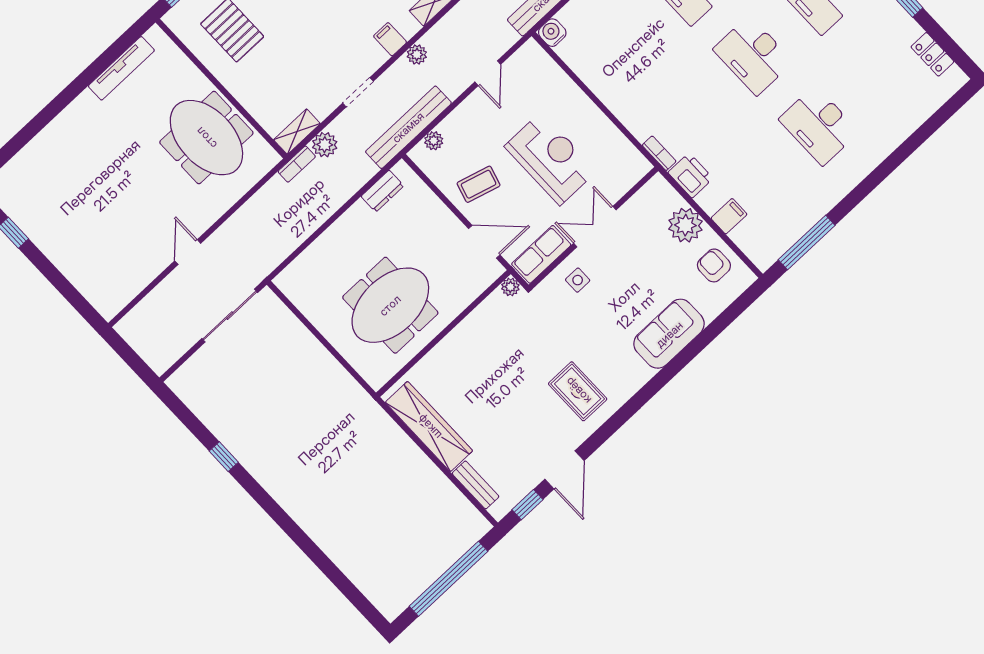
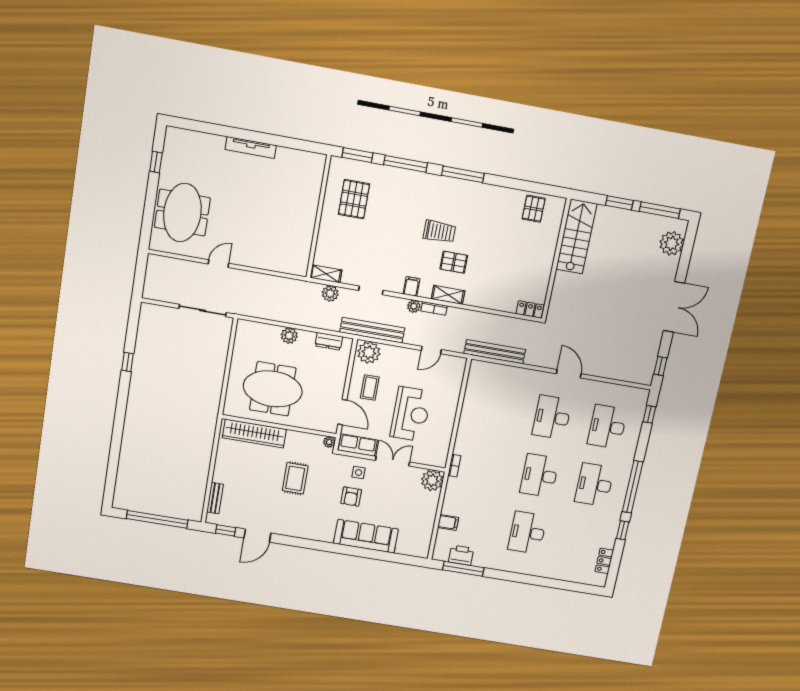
water cooler: (552, 33) -> (477, 367), removed
tv unit: (121, 68) -> (251, 147), moved
meeting table: (206, 138) -> (182, 213), moved
plant: (434, 141) -> (369, 352), width x1.88, depth x1.88
bookcase: (297, 164) -> (434, 308), moved
printer: (691, 175) -> (461, 555), moved, turned -90
coffee table: (479, 184) -> (370, 388), turned 74
plant: (685, 225) -> (432, 480), moved
plant: (339, 234) -> (289, 336), added
armchair: (714, 265) -> (351, 497), moved, turned 180
sofa: (669, 334) -> (366, 536), width x1.36
rug: (578, 391) -> (295, 478), moved
wardrobe: (429, 427) -> (254, 434), moved, turned 90

